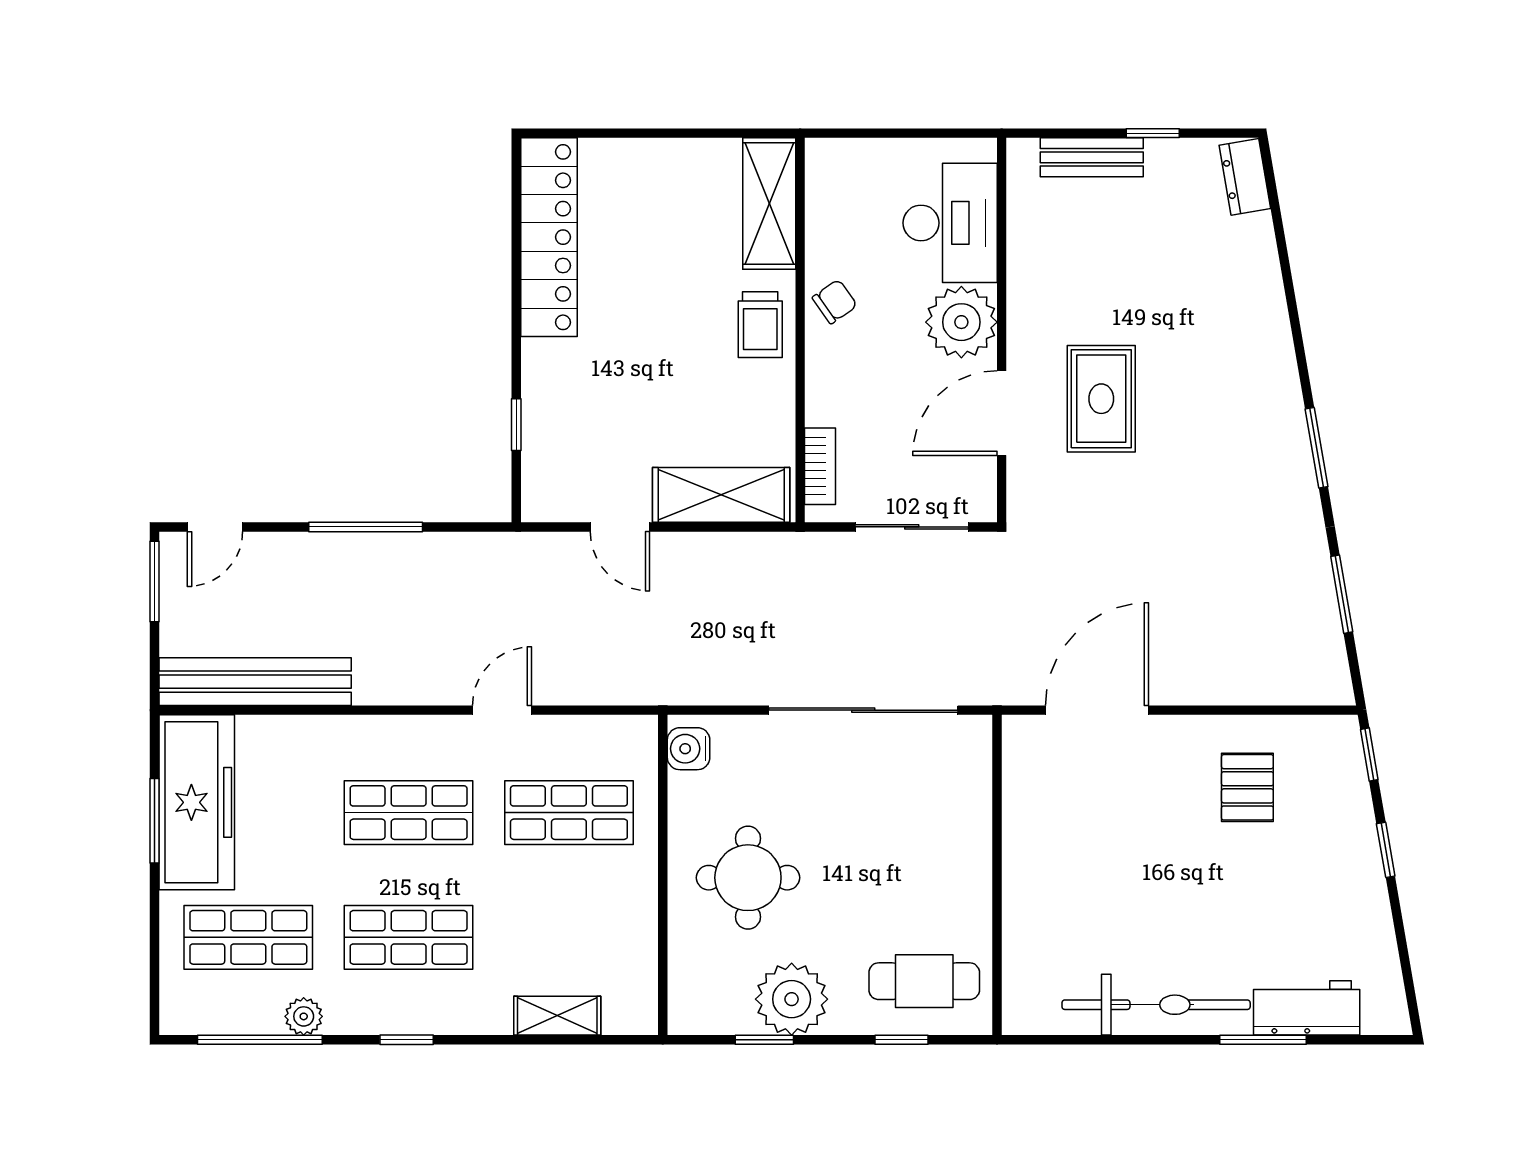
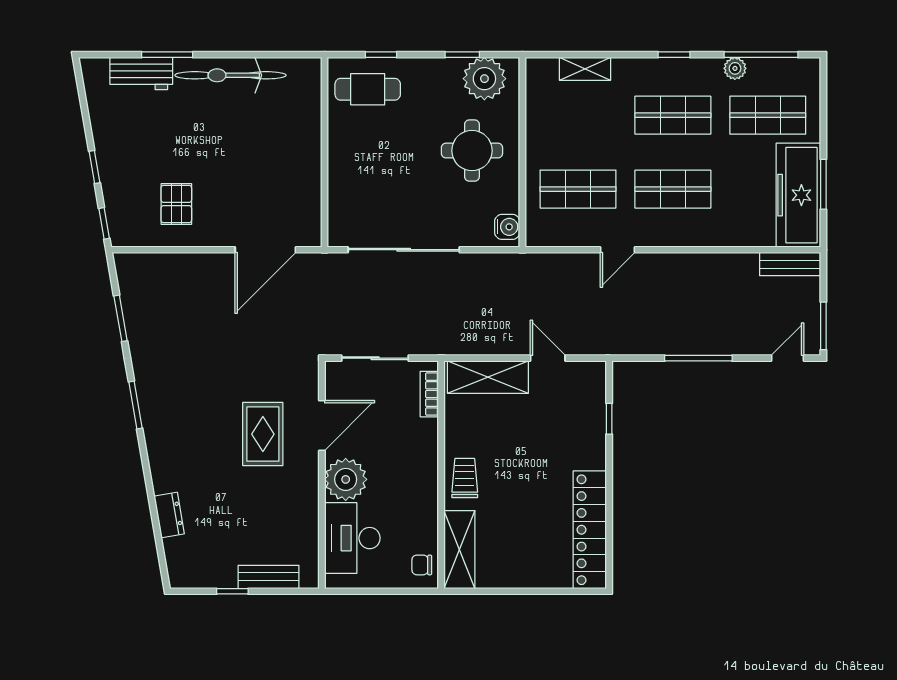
dresser: (1245, 177) -> (169, 515), moved
chair: (835, 302) -> (422, 565), moved, turned 35
bench: (255, 682) -> (790, 264), width x0.54, depth x0.82
plant: (792, 999) -> (484, 79), moved

